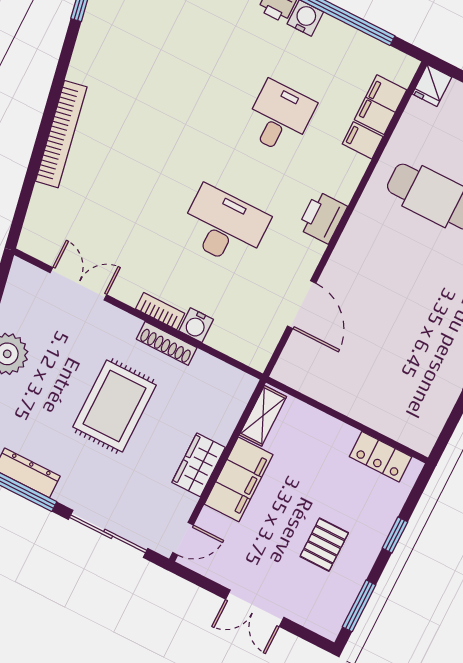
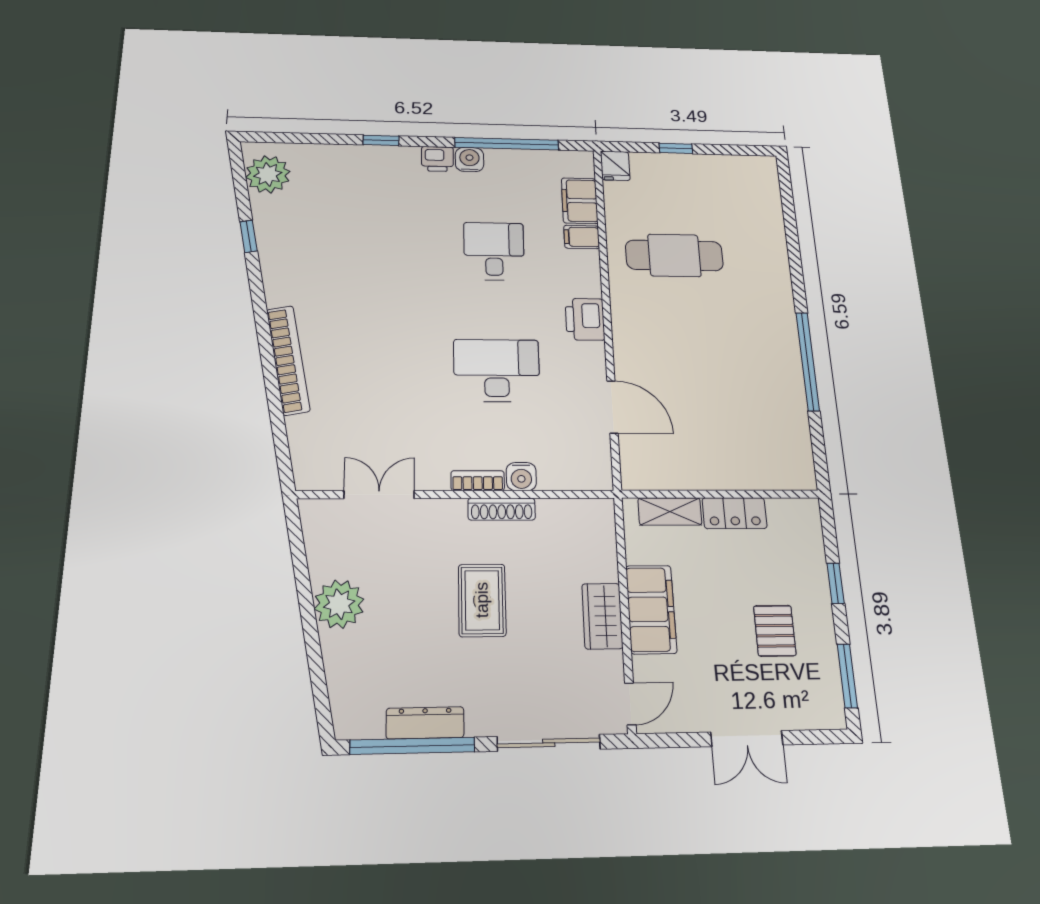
rug: (114, 406) -> (482, 600), width x0.73, depth x0.70
shelving: (263, 416) -> (670, 512), moved, turned 90
locker: (381, 457) -> (735, 513), moved

